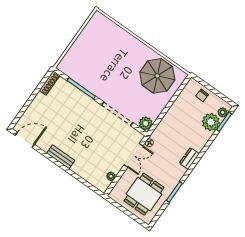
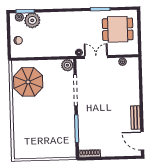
bench: (61, 157) -> (136, 118), moved
dresser: (189, 158) -> (69, 16), removed

